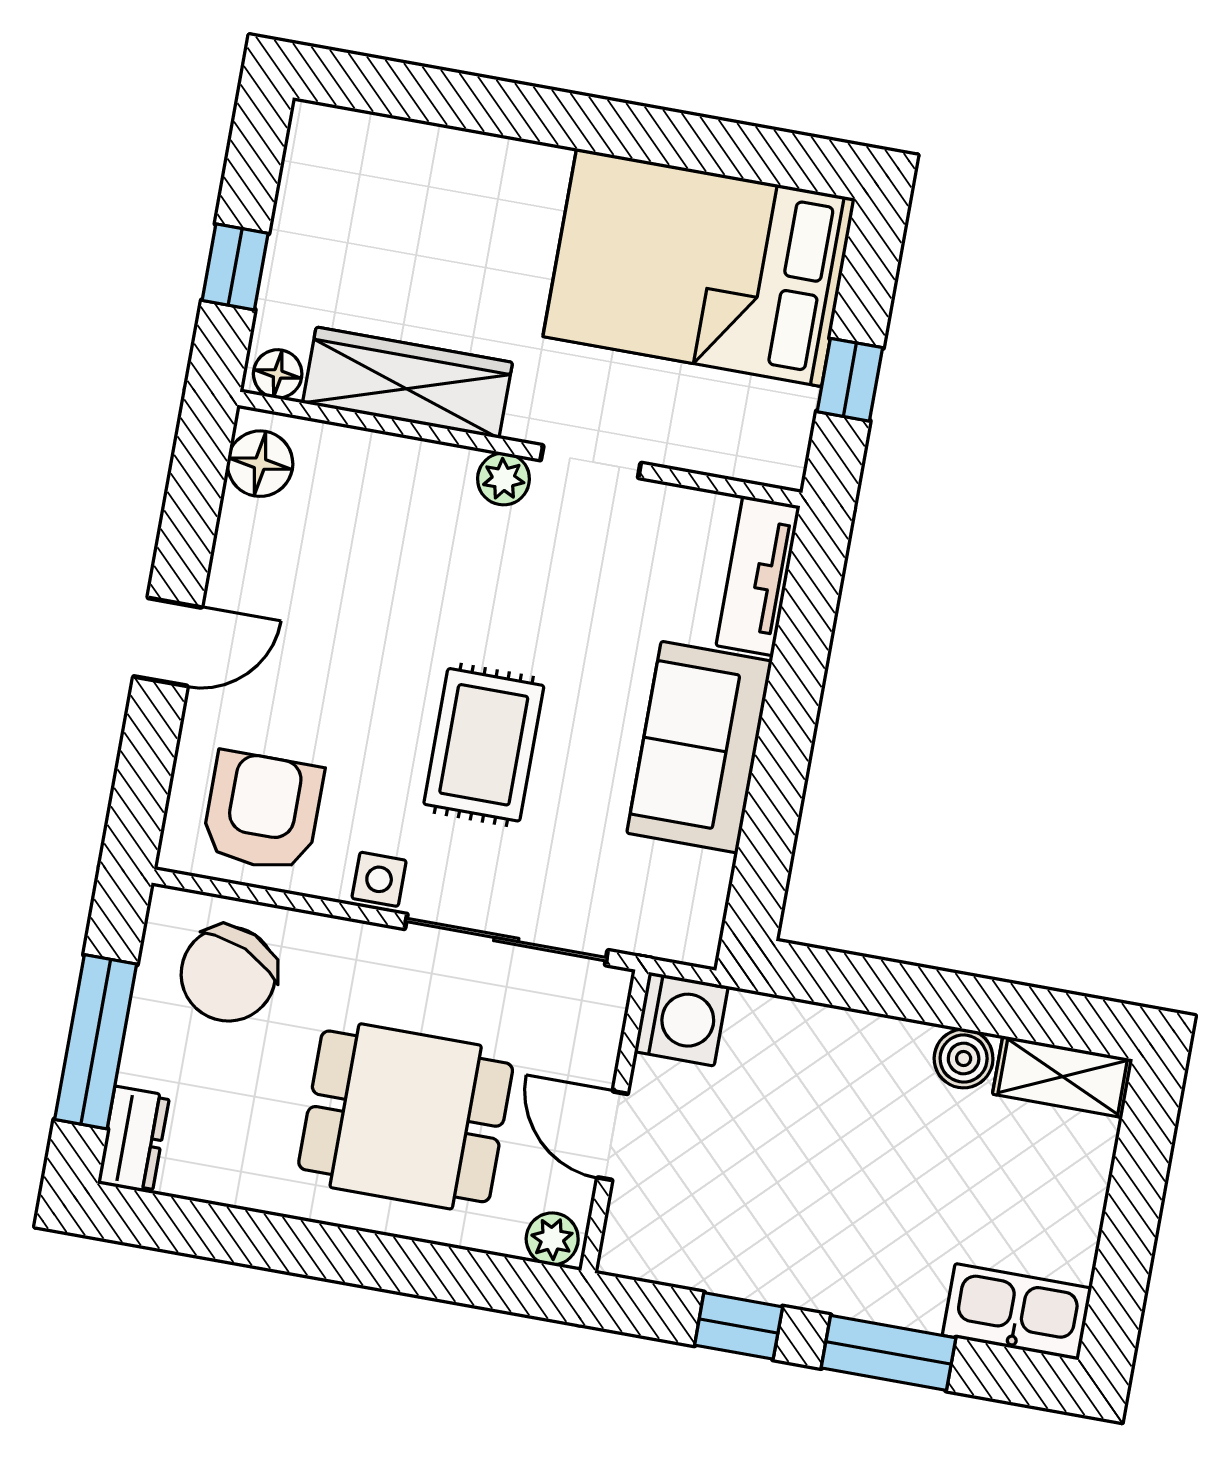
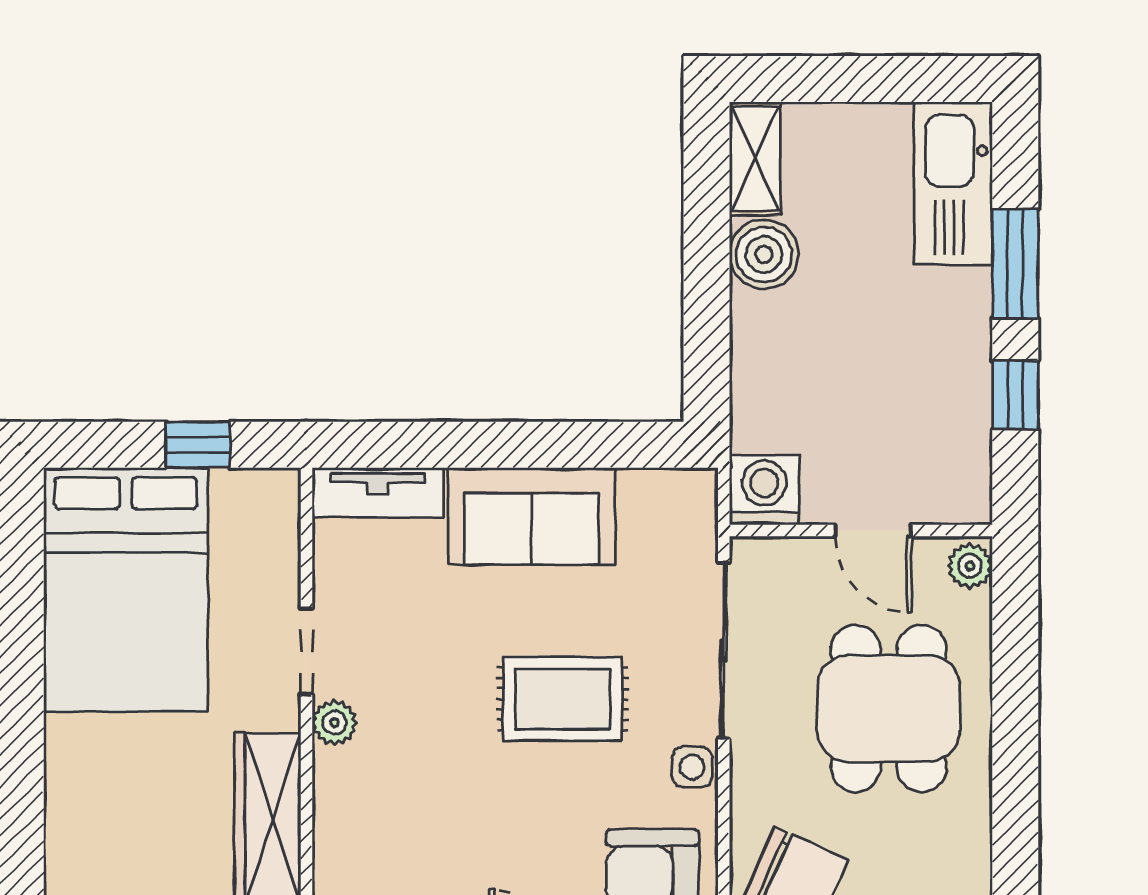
boiler: (964, 1058) -> (764, 254), width x1.36, depth x1.36
door: (612, 1136) -> (873, 531), hinge flipped
kitchen sink: (1017, 1312) -> (953, 183), width x1.36, depth x1.24

